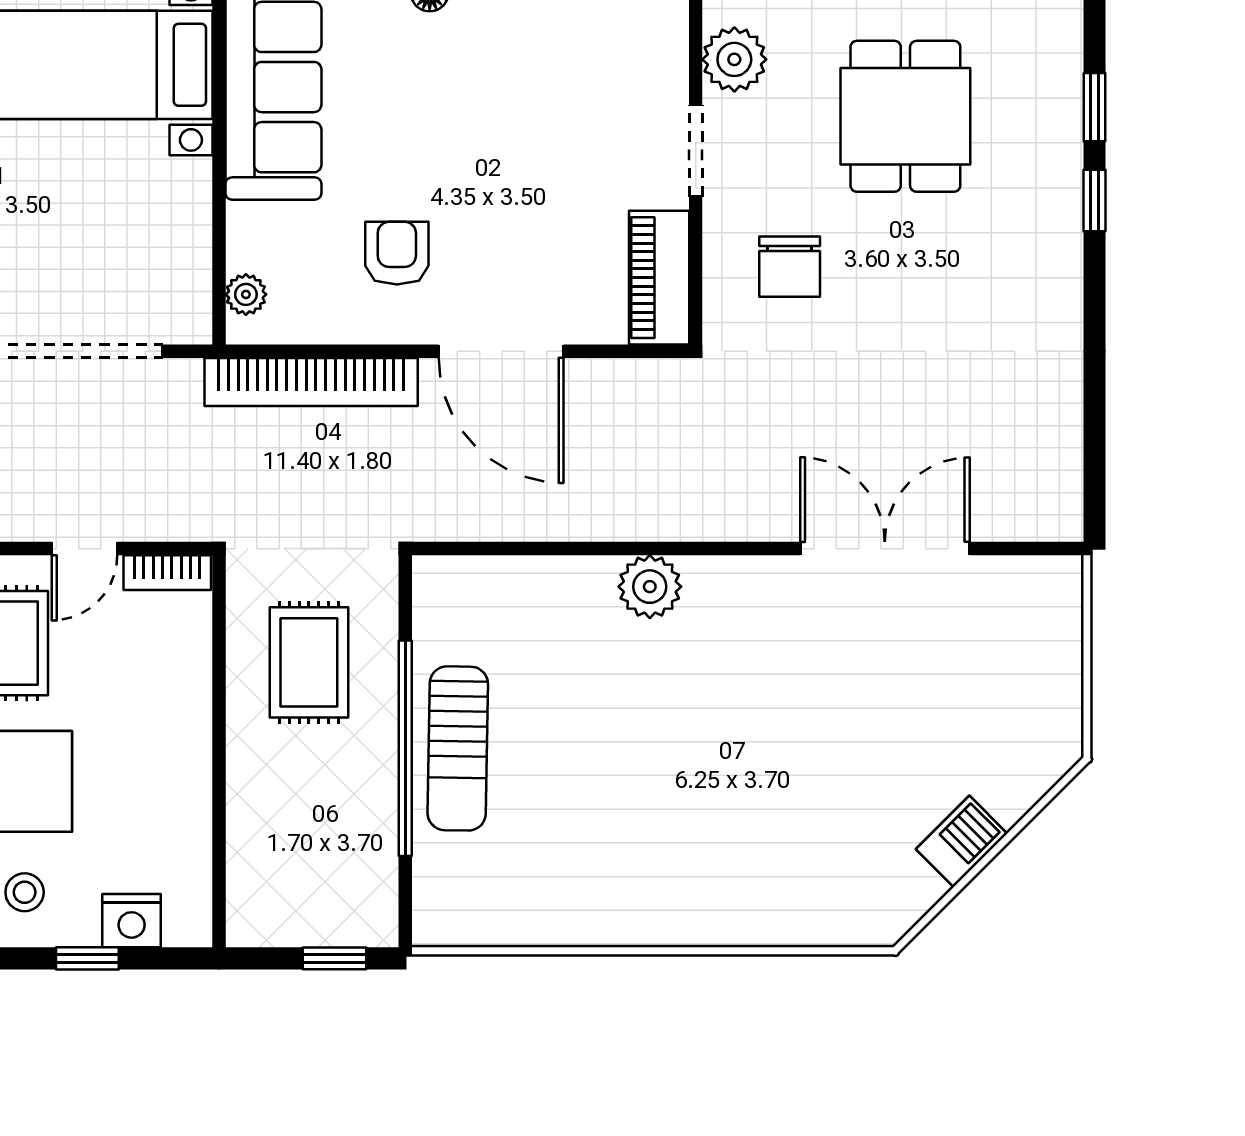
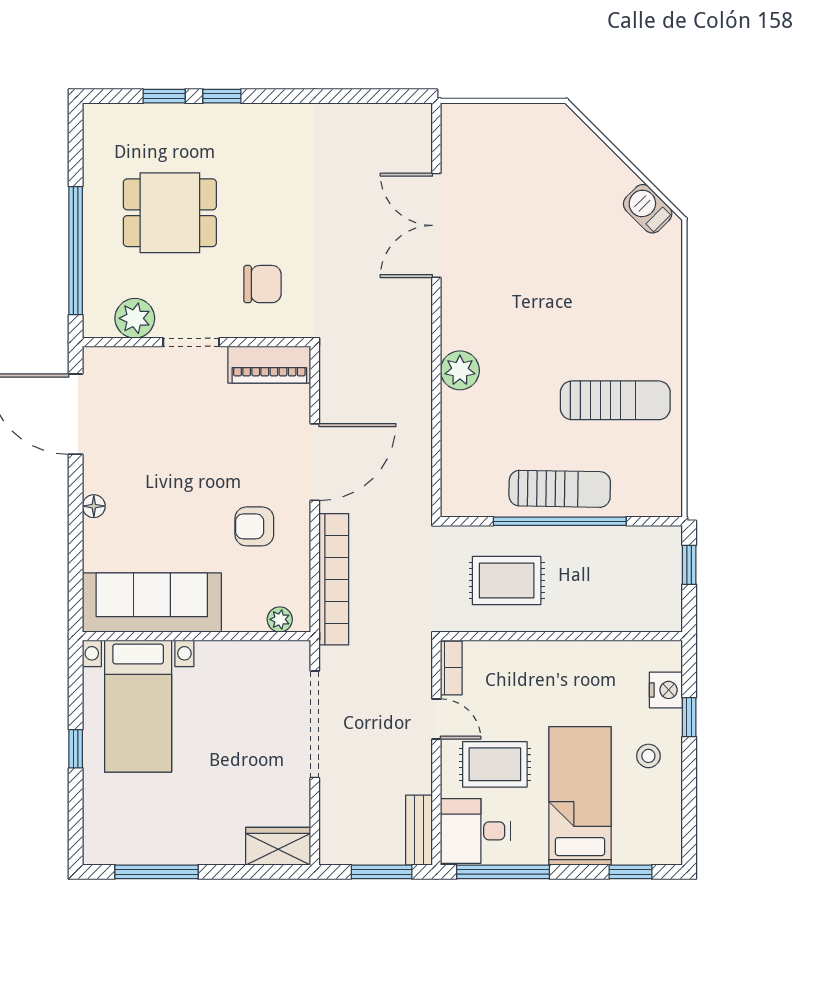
sun lounger: (601, 839) -> (615, 400), added
barbecue: (962, 841) -> (648, 209), moved

